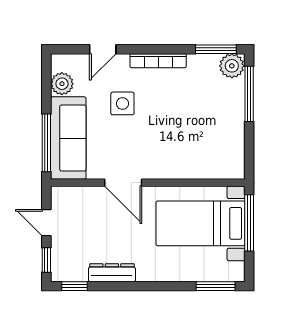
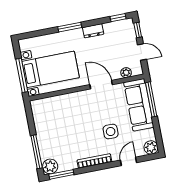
plant: (62, 84) -> (151, 147), moved
plant: (79, 194) -> (126, 73), added
dresser: (112, 273) -> (93, 31), width x0.70
window: (216, 286) -> (70, 27), moved

